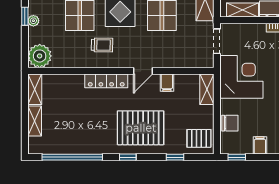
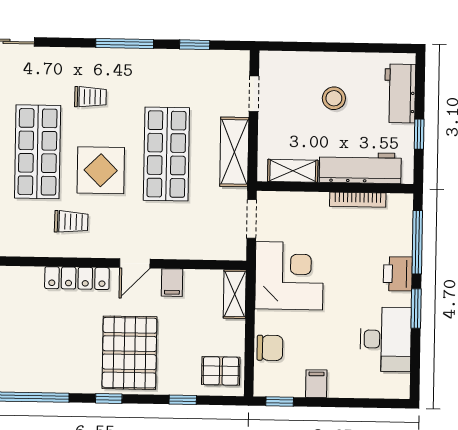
pallet: (141, 128) -> (129, 353), turned 90

